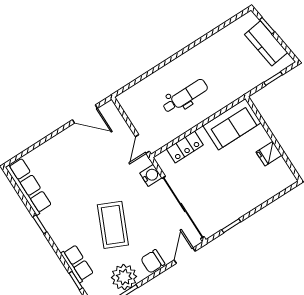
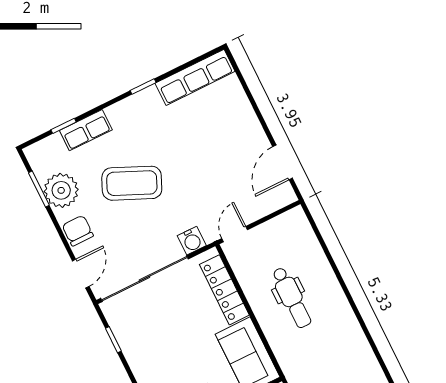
door: (142, 144) -> (235, 234), hinge flipped
locker: (185, 147) -> (224, 290), width x1.53
door: (185, 256) -> (81, 274), hinge flipped

